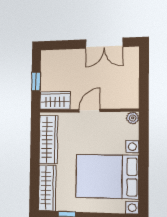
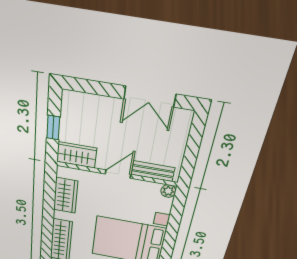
bench: (117, 102) -> (153, 171), added
wardrobe: (48, 140) -> (66, 195), width x0.67

